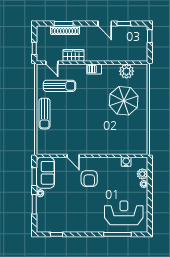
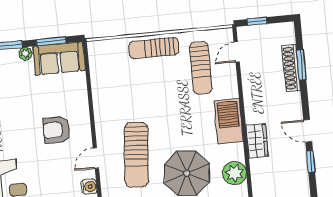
door: (105, 24) -> (308, 131), hinge flipped
wardrobe: (73, 55) -> (257, 141), moved
barbecue: (94, 69) -> (229, 121), width x1.88, depth x1.53
sun lounger: (109, 131) -> (136, 155), added
door: (73, 156) -> (96, 158), moved

